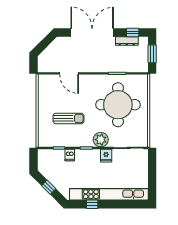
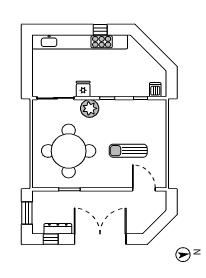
double door: (92, 32) -> (100, 239), swing flipped
door: (69, 73) -> (144, 189), moved
sun lounger: (68, 118) -> (128, 151), moved
dishwasher: (70, 155) -> (155, 90), moved
window: (49, 187) -> (153, 50), removed

